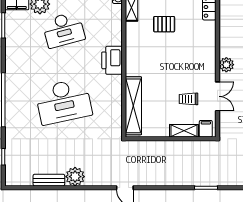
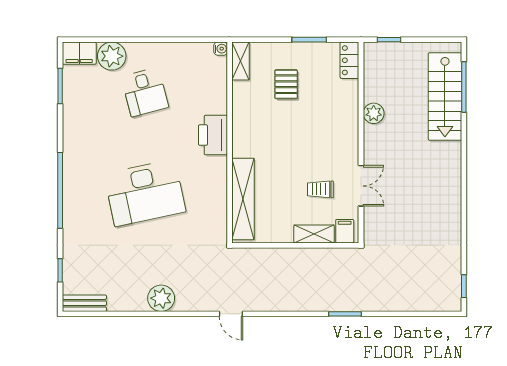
pallet: (164, 24) -> (286, 84), turned 90
desk: (63, 30) -> (145, 92), width x0.73
plant: (226, 65) -> (374, 113), moved
bench: (49, 180) -> (84, 303), moved

